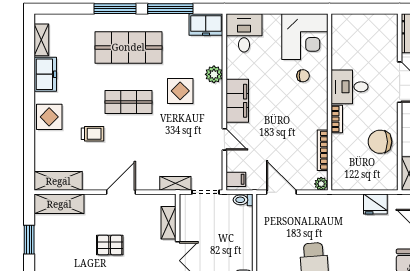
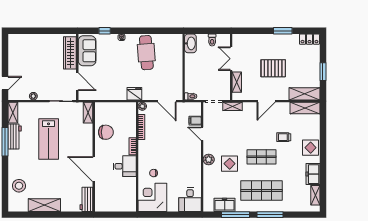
freezer: (206, 24) -> (225, 205), moved
plant: (214, 74) -> (209, 159), moved
filing cabinet: (237, 101) -> (194, 158), removed
filing cabinet: (236, 179) -> (195, 121), moved
fridge: (375, 204) -> (134, 94), moved
pallet: (110, 245) -> (273, 68), width x1.50, depth x1.42

